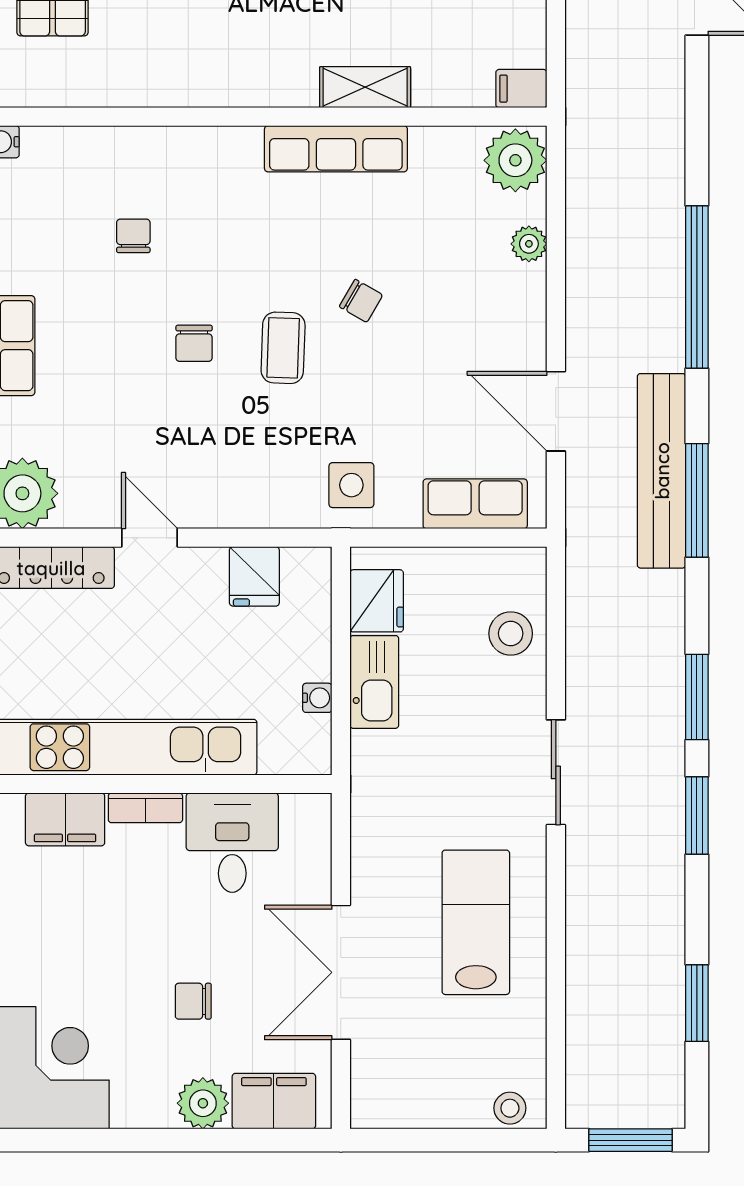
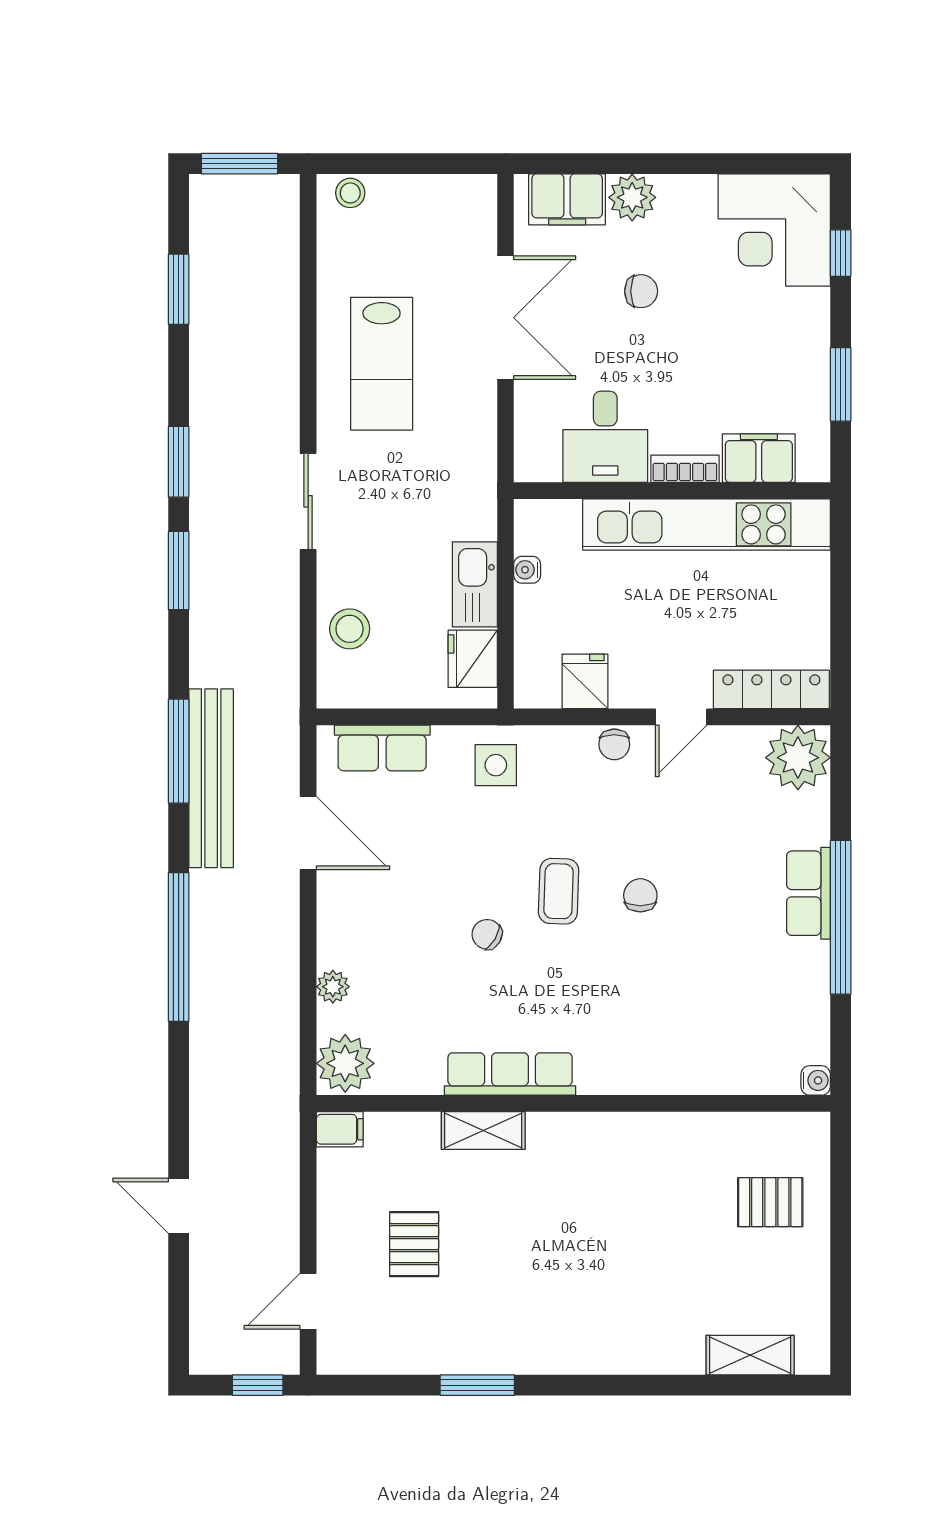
chair: (133, 236) -> (614, 744), moved
door: (150, 538) -> (681, 717), hinge flipped

